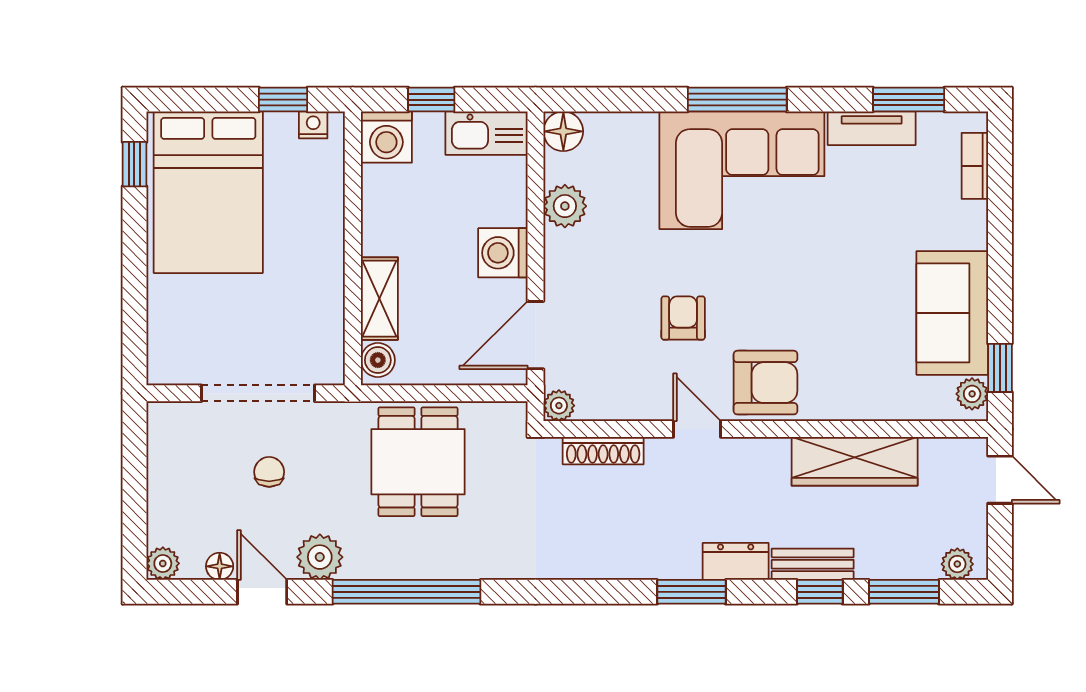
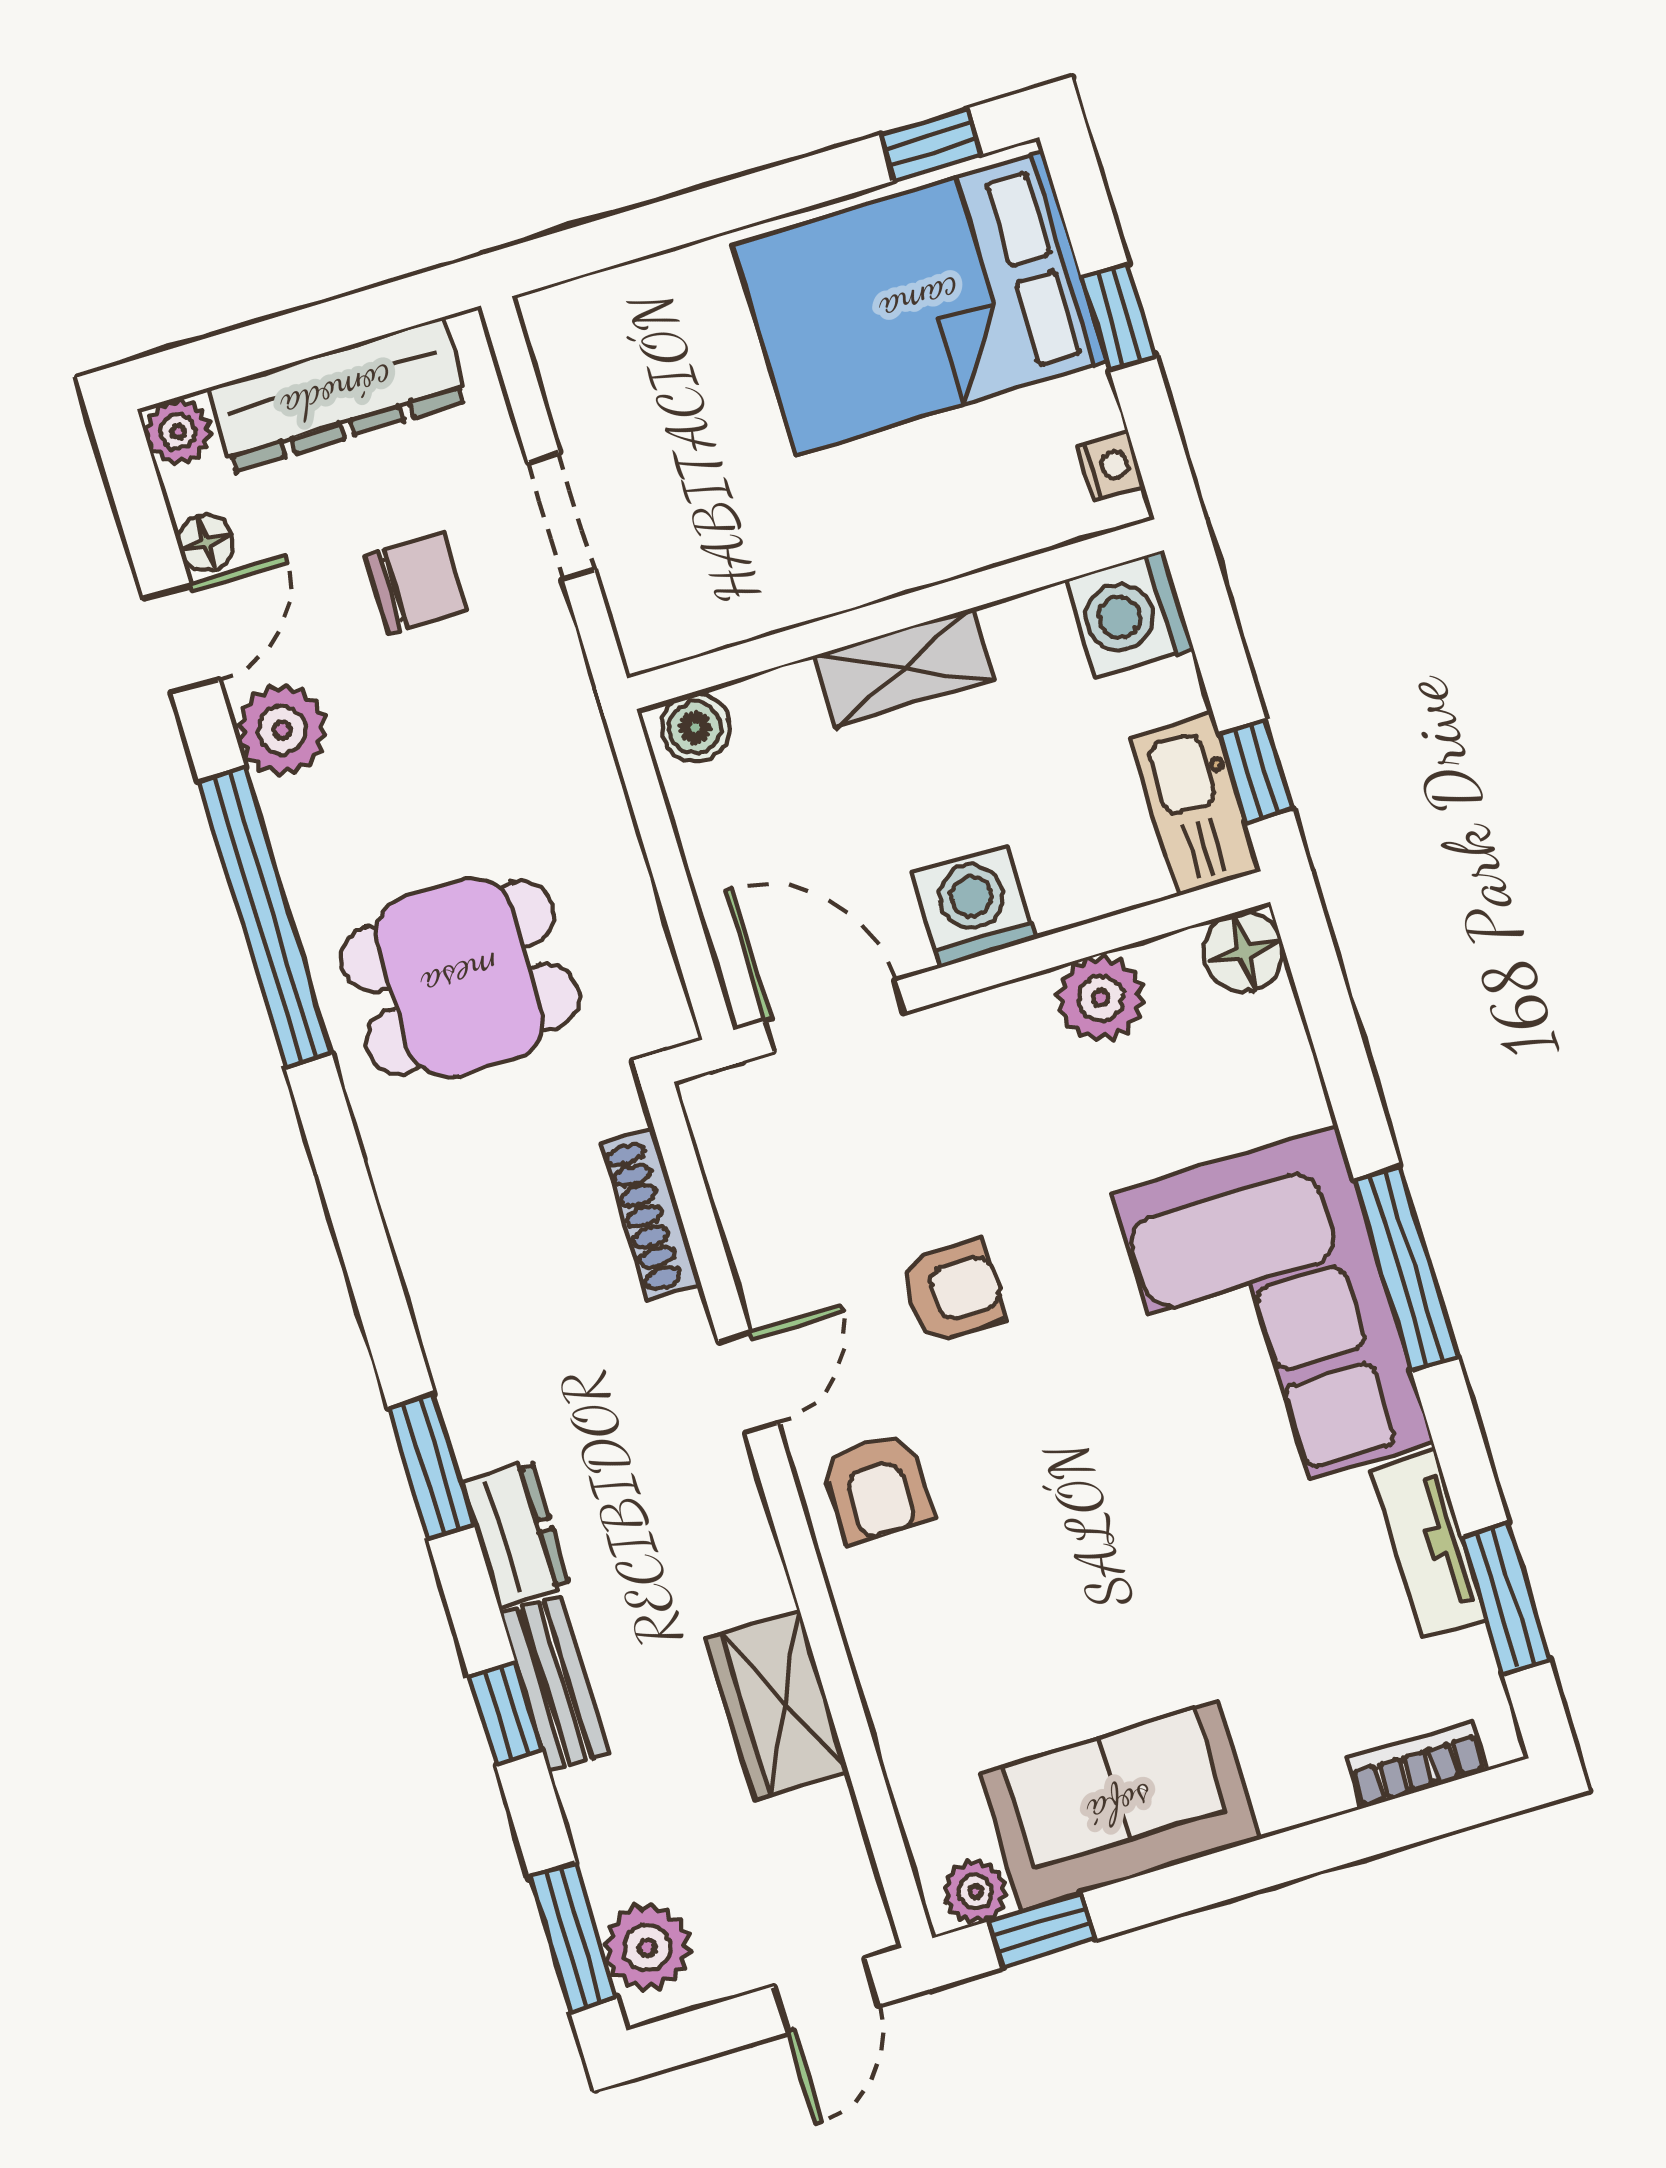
window: (283, 100) -> (1119, 317), moved
window: (431, 100) -> (1256, 771), moved
shelving: (379, 299) -> (903, 668), moved
armchair: (766, 383) -> (877, 1487), width x0.72, depth x0.72
doorway: (258, 393) -> (561, 516), width x0.53
plant: (559, 406) -> (713, 1103), removed
wardrobe: (855, 461) -> (777, 1705), width x0.67
dining table: (418, 462) -> (460, 978), moved
chair: (269, 472) -> (416, 583), width x1.37, depth x1.37
dresser: (168, 483) -> (337, 395), added
plant: (957, 564) -> (647, 1947), width x1.38, depth x1.38
window: (904, 592) -> (573, 1937), moved

